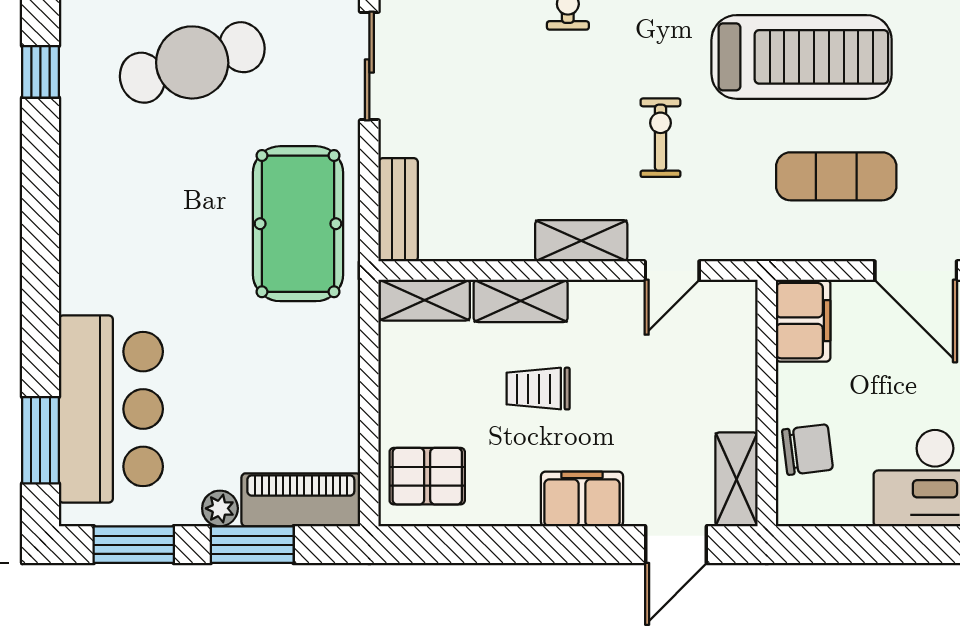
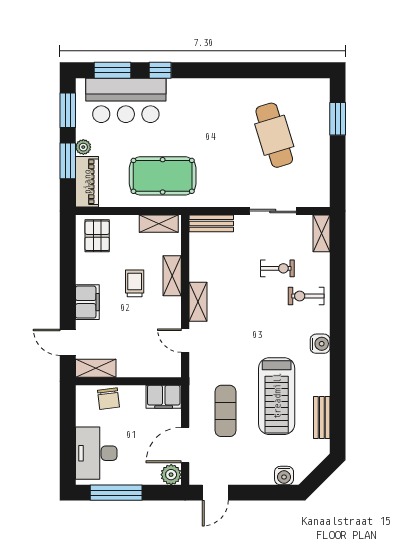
window: (40, 72) -> (160, 70), moved
exercise bike: (660, 138) -> (277, 268), moved
pool table: (298, 224) -> (163, 176), moved
shelving: (425, 300) -> (159, 224), moved, turned 90

